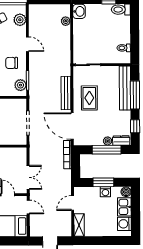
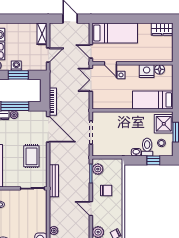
bench: (66, 93) -> (54, 181), moved

